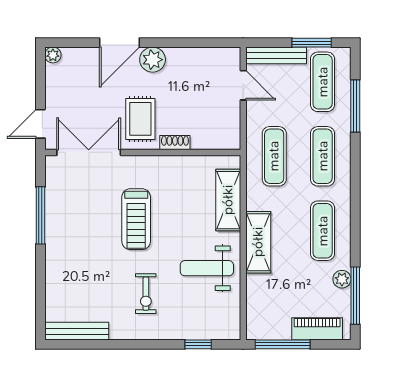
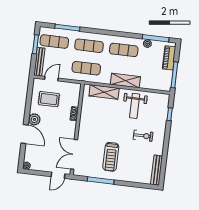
rug: (140, 119) -> (49, 99), moved
door: (40, 124) -> (58, 175), hinge flipped
treadmill: (136, 219) -> (111, 157), moved, turned 90

